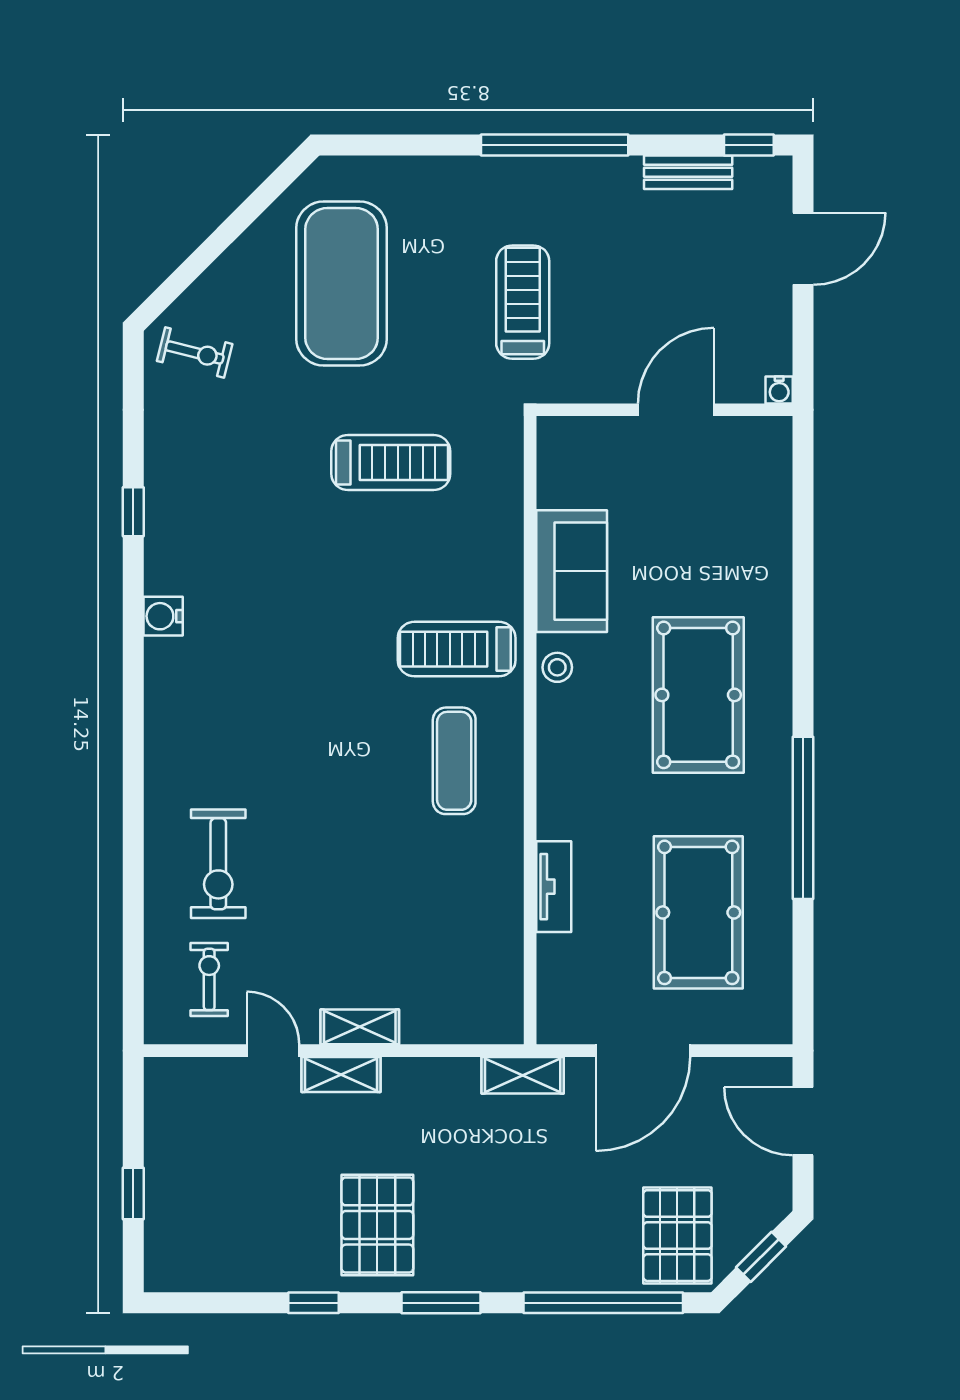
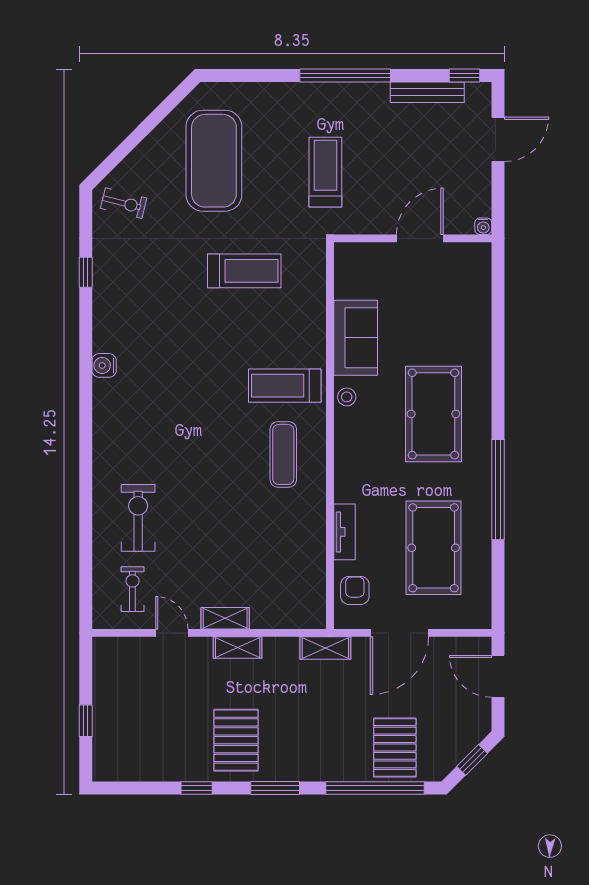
bench: (688, 172) -> (427, 92), width x1.36
window: (133, 512) -> (86, 272), moved
exercise bike: (218, 864) -> (138, 518), turned 180
armchair: (570, 982) -> (355, 590), added
shelving: (341, 1074) -> (238, 648), moved
pallet: (677, 1236) -> (395, 747), moved

